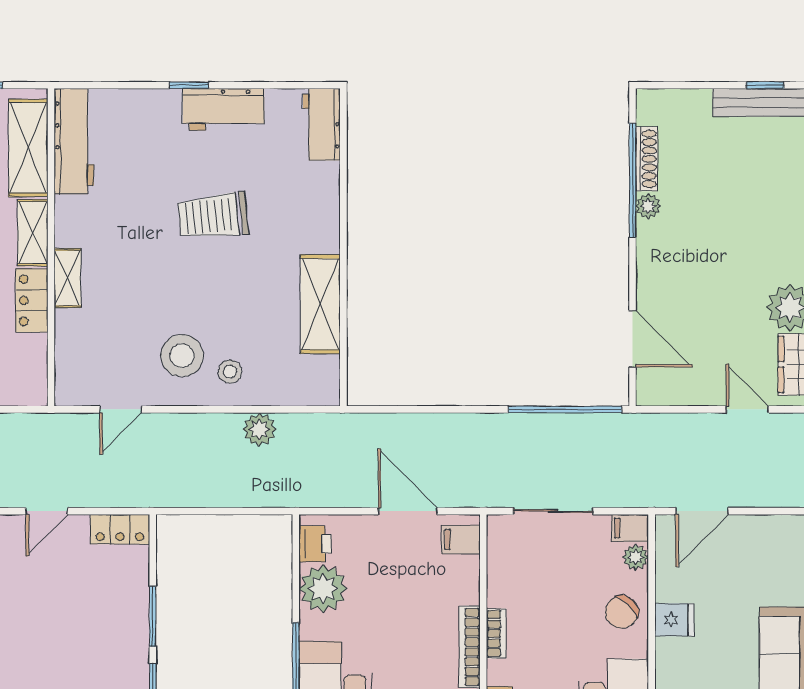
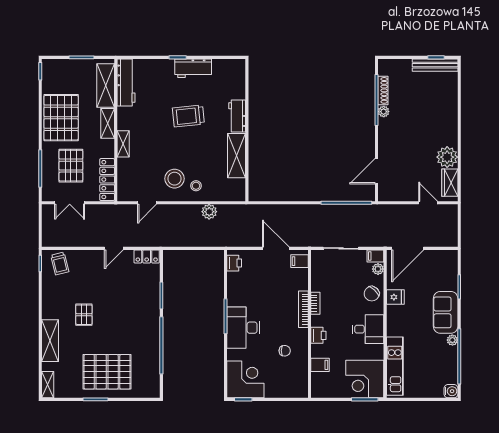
workbench: (322, 124) -> (237, 116), moved
locker: (32, 300) -> (107, 180), moved, width x1.53
door: (633, 339) -> (377, 171), swing flipped
door: (702, 511) -> (408, 248), width x1.36
plant: (323, 589) -> (238, 283), removed

